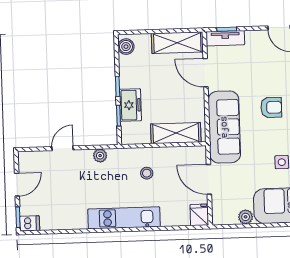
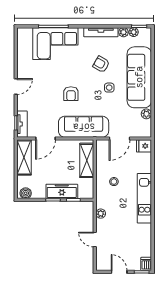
freezer: (130, 105) -> (62, 191), width x1.40
armchair: (271, 107) -> (71, 94), turned 180

